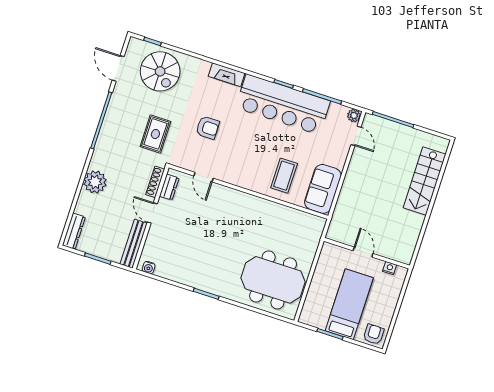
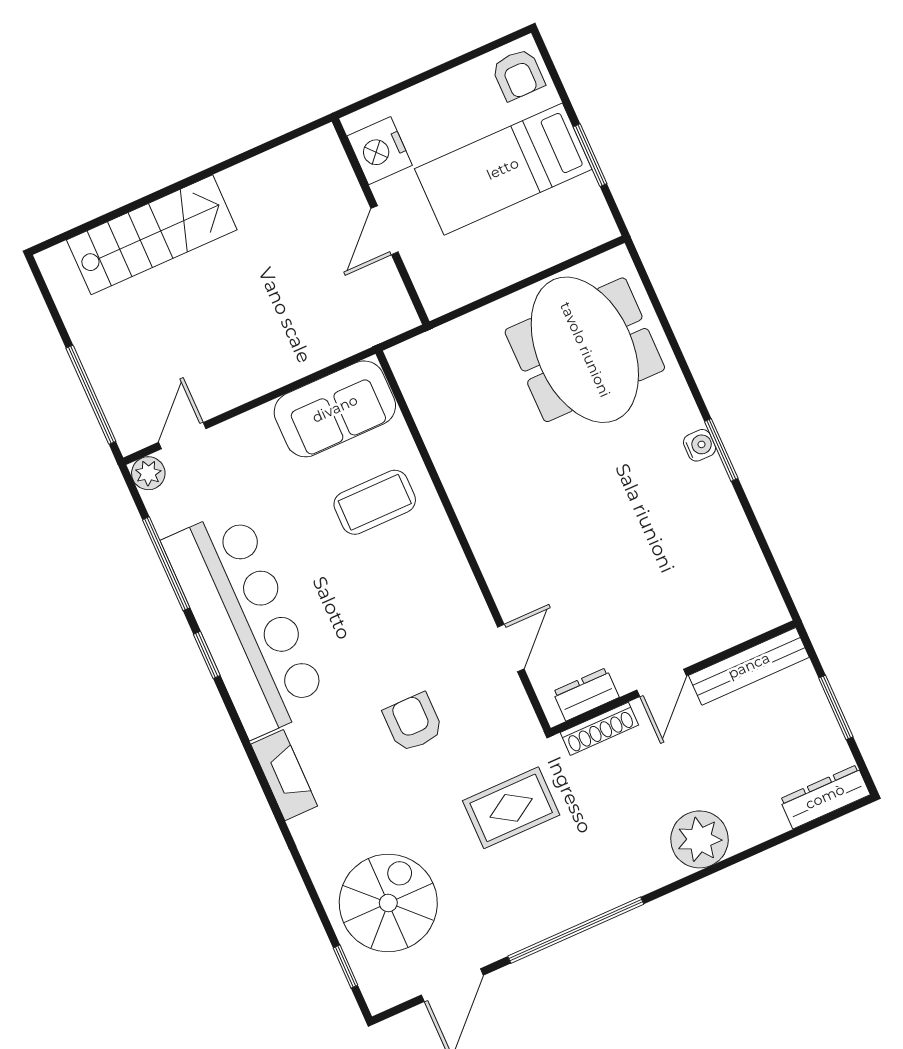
water cooler: (149, 267) -> (699, 445), moved
nightstand: (390, 268) -> (380, 151), width x1.89, depth x1.79
armchair: (374, 334) -> (518, 75), turned -90

